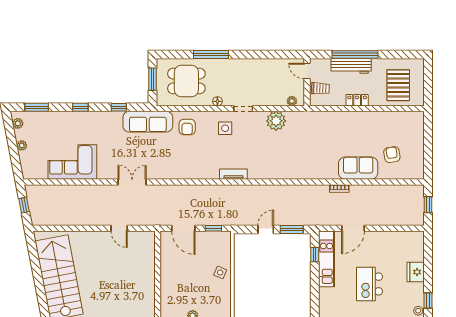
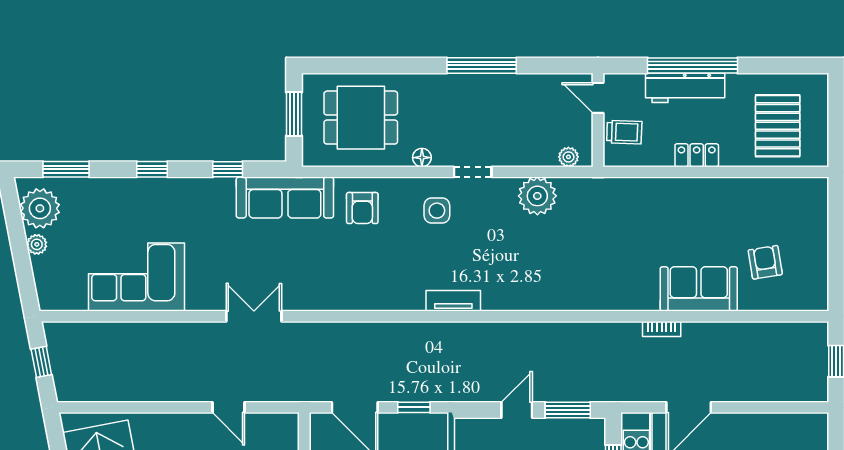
window: (211, 55) -> (482, 65), moved
plant: (18, 123) -> (40, 208), width x1.88, depth x1.88

